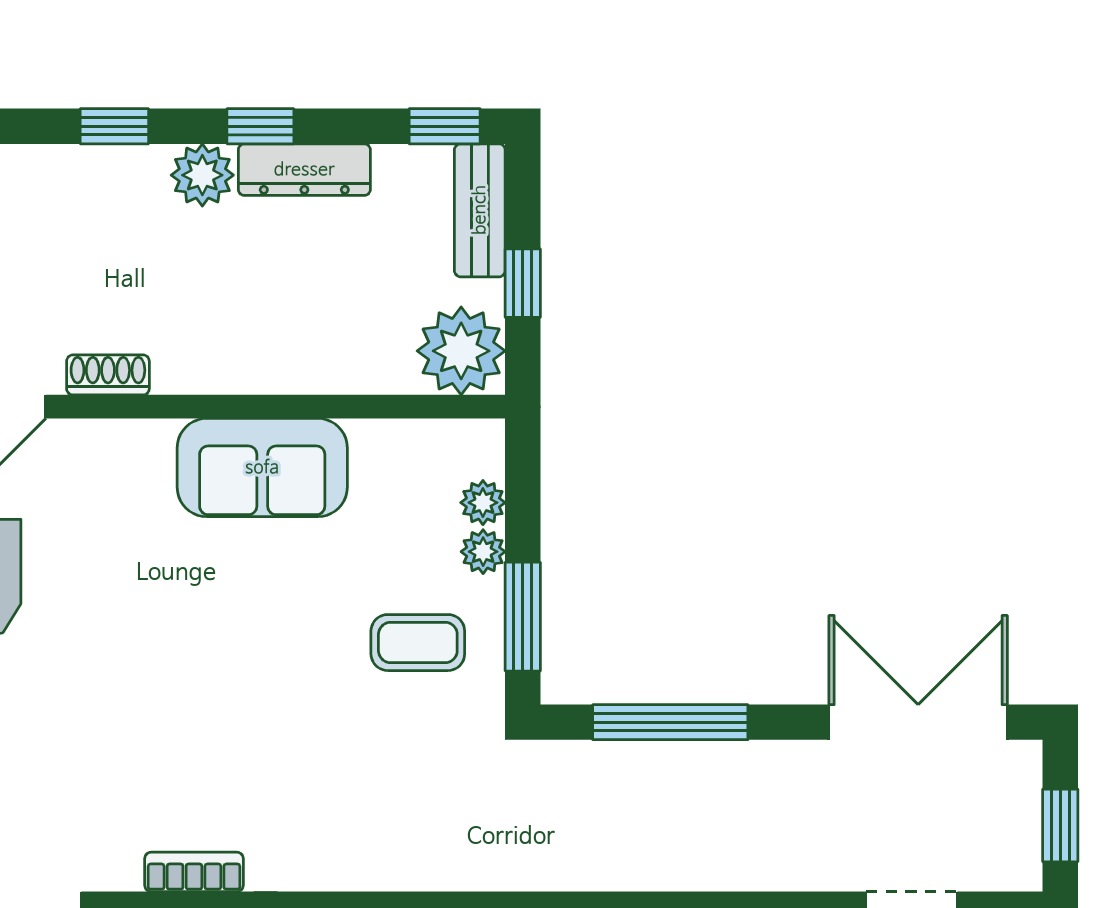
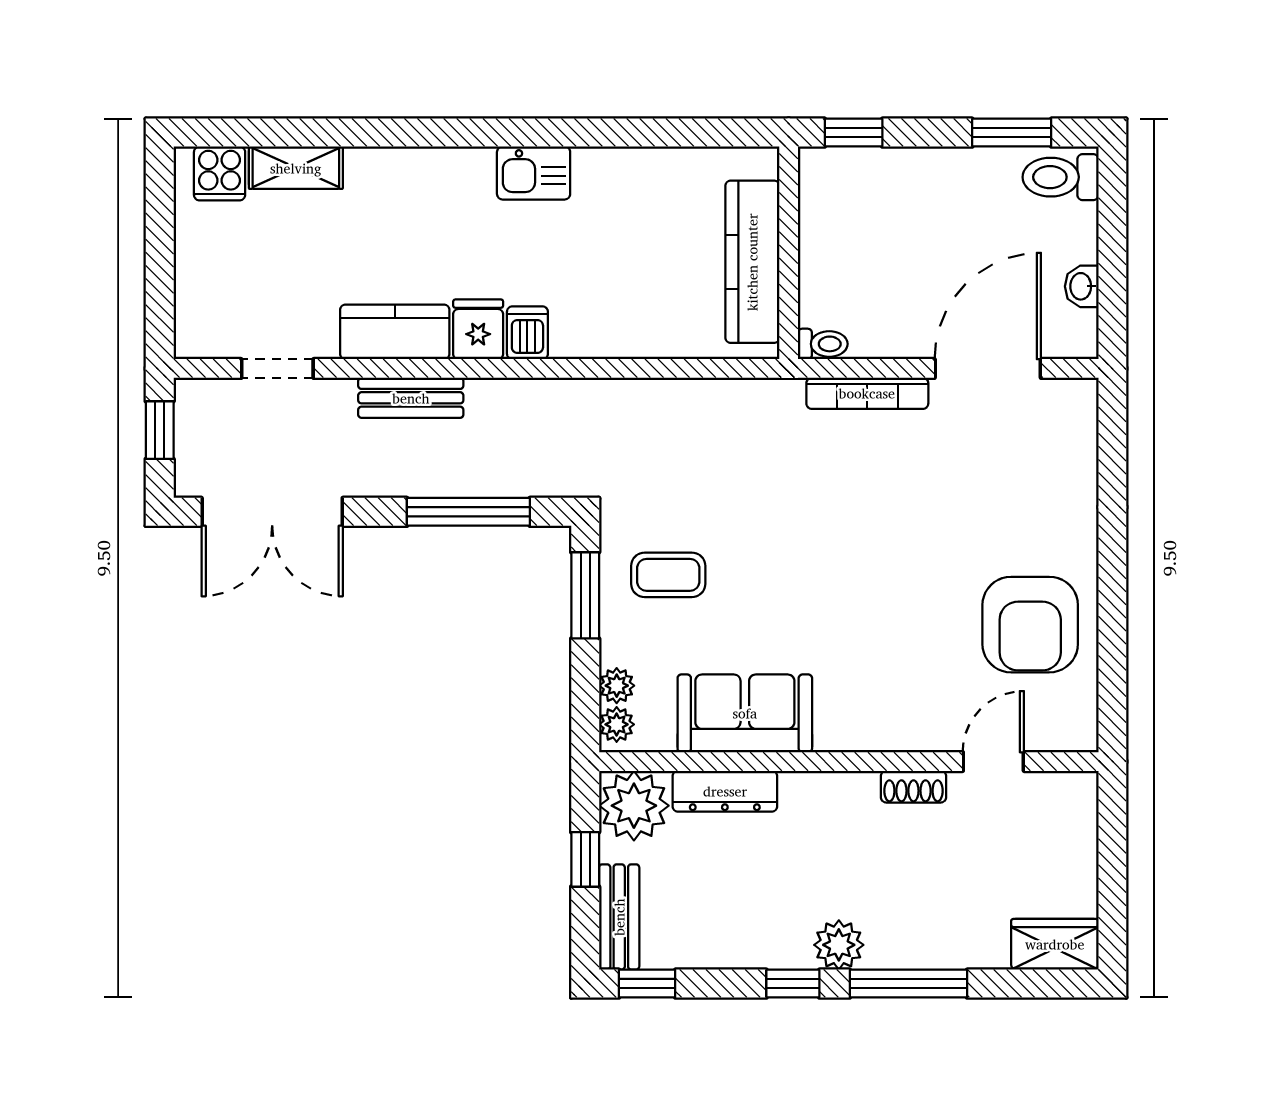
window: (114, 126) -> (908, 984), width x2.17
dresser: (304, 170) -> (725, 791), moved, turned 180
sofa: (262, 468) -> (745, 713), moved
plant: (483, 552) -> (617, 724), moved
bench: (743, 866) -> (411, 398), added
bookcase: (194, 872) -> (867, 393), width x1.56

